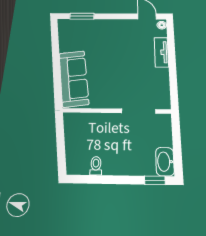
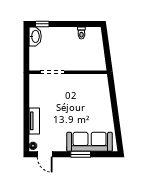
window: (82, 16) -> (81, 154), moved
sofa: (74, 78) -> (90, 142), moved, turned 98

